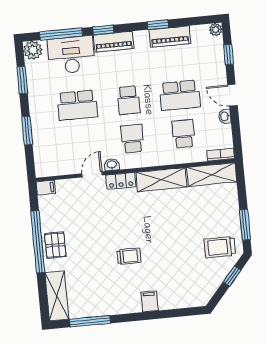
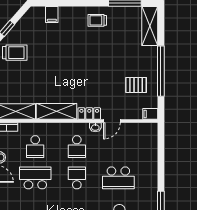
school desk: (77, 105) -> (118, 178), turned 180
window: (27, 130) -> (161, 161), removed
pallet: (55, 245) -> (136, 85), moved, turned 90
trolley: (129, 256) -> (97, 20), moved
filing cabinet: (149, 301) -> (52, 15), moved

